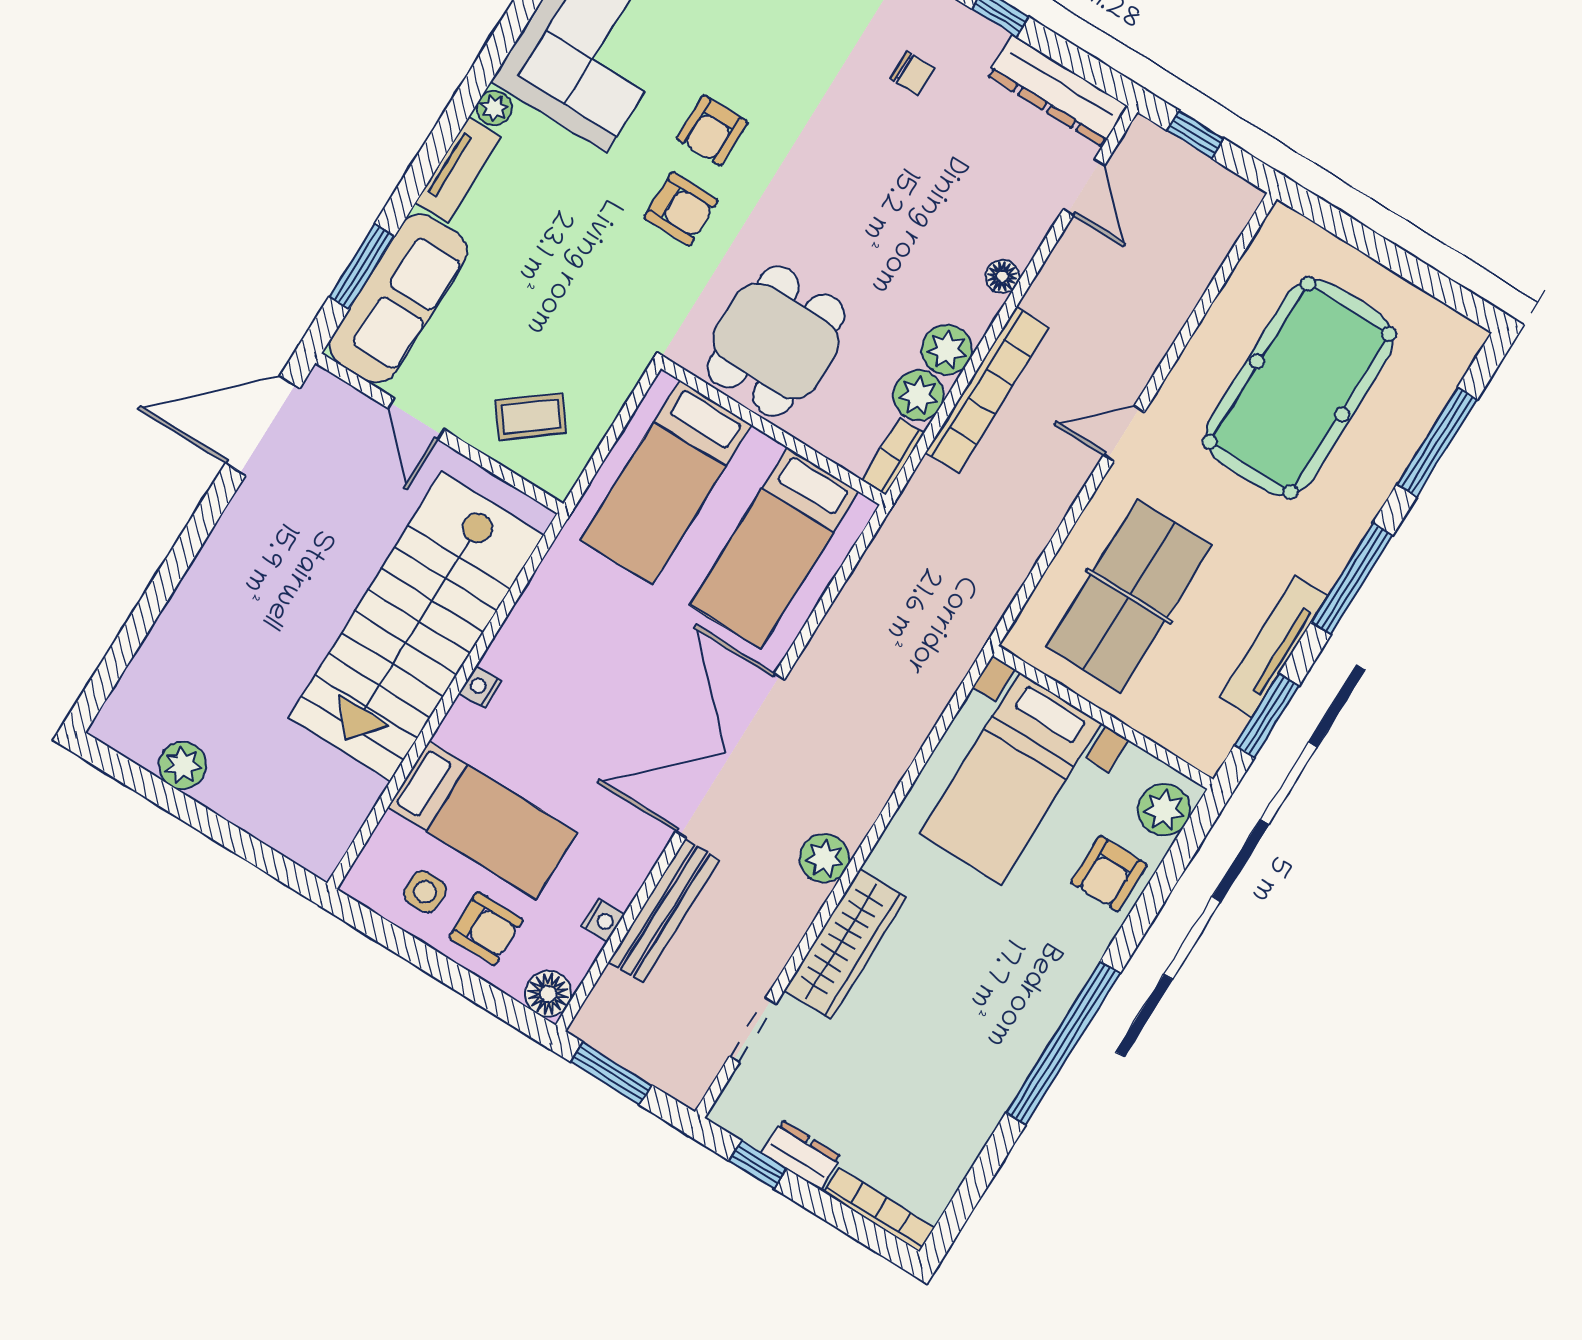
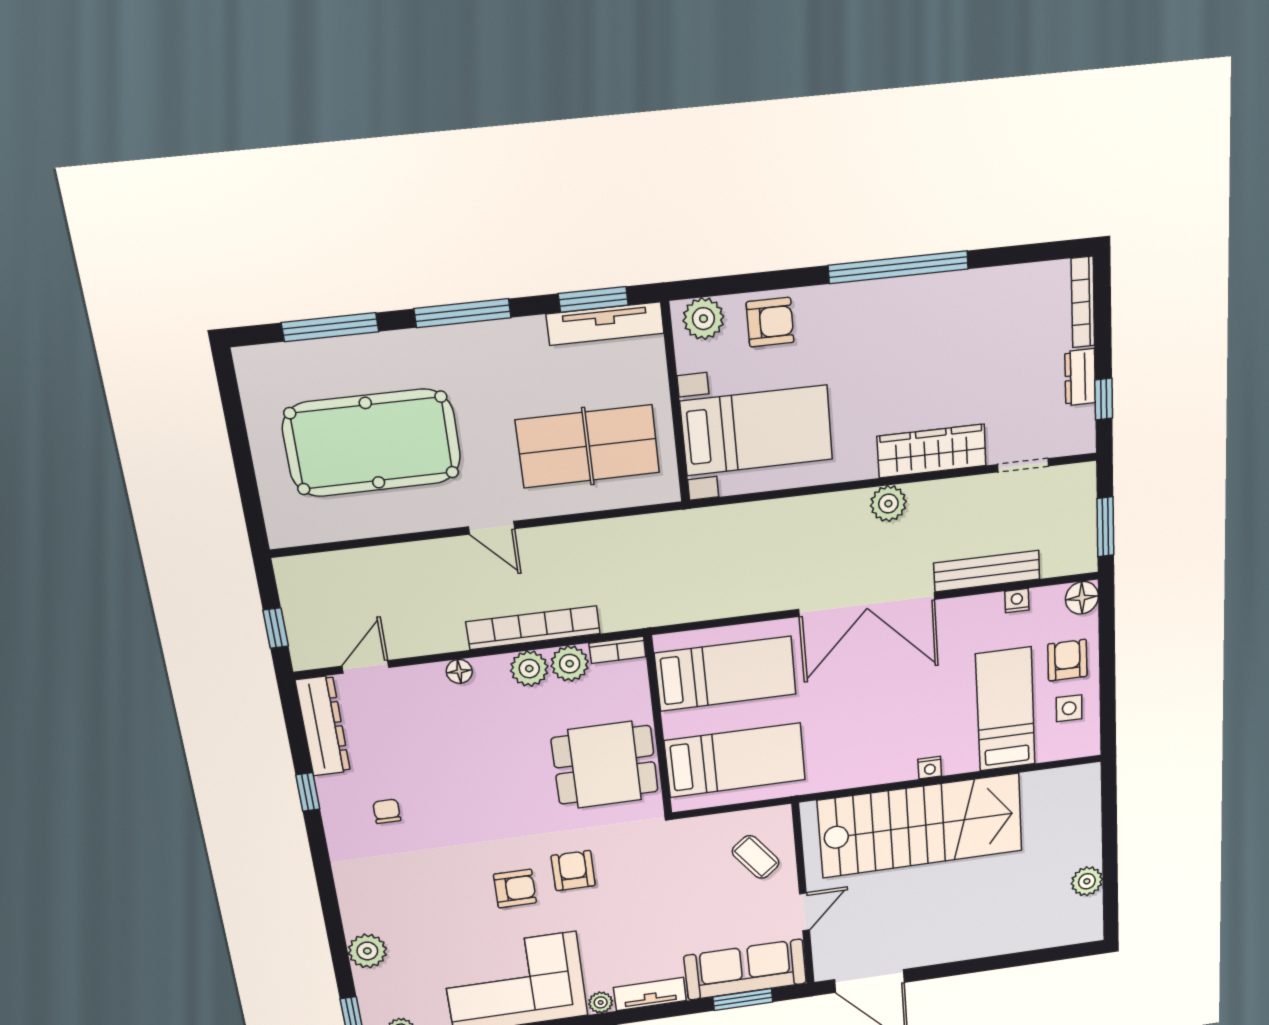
tv unit: (1274, 646) -> (605, 324), moved

